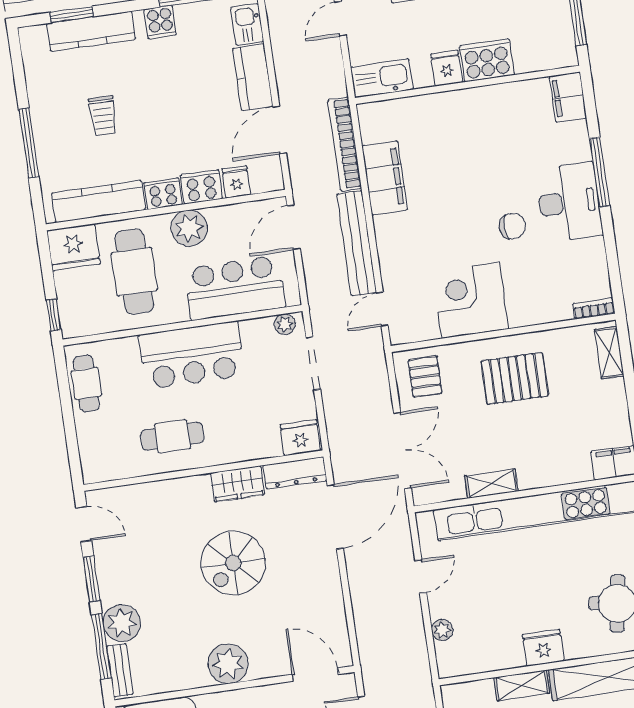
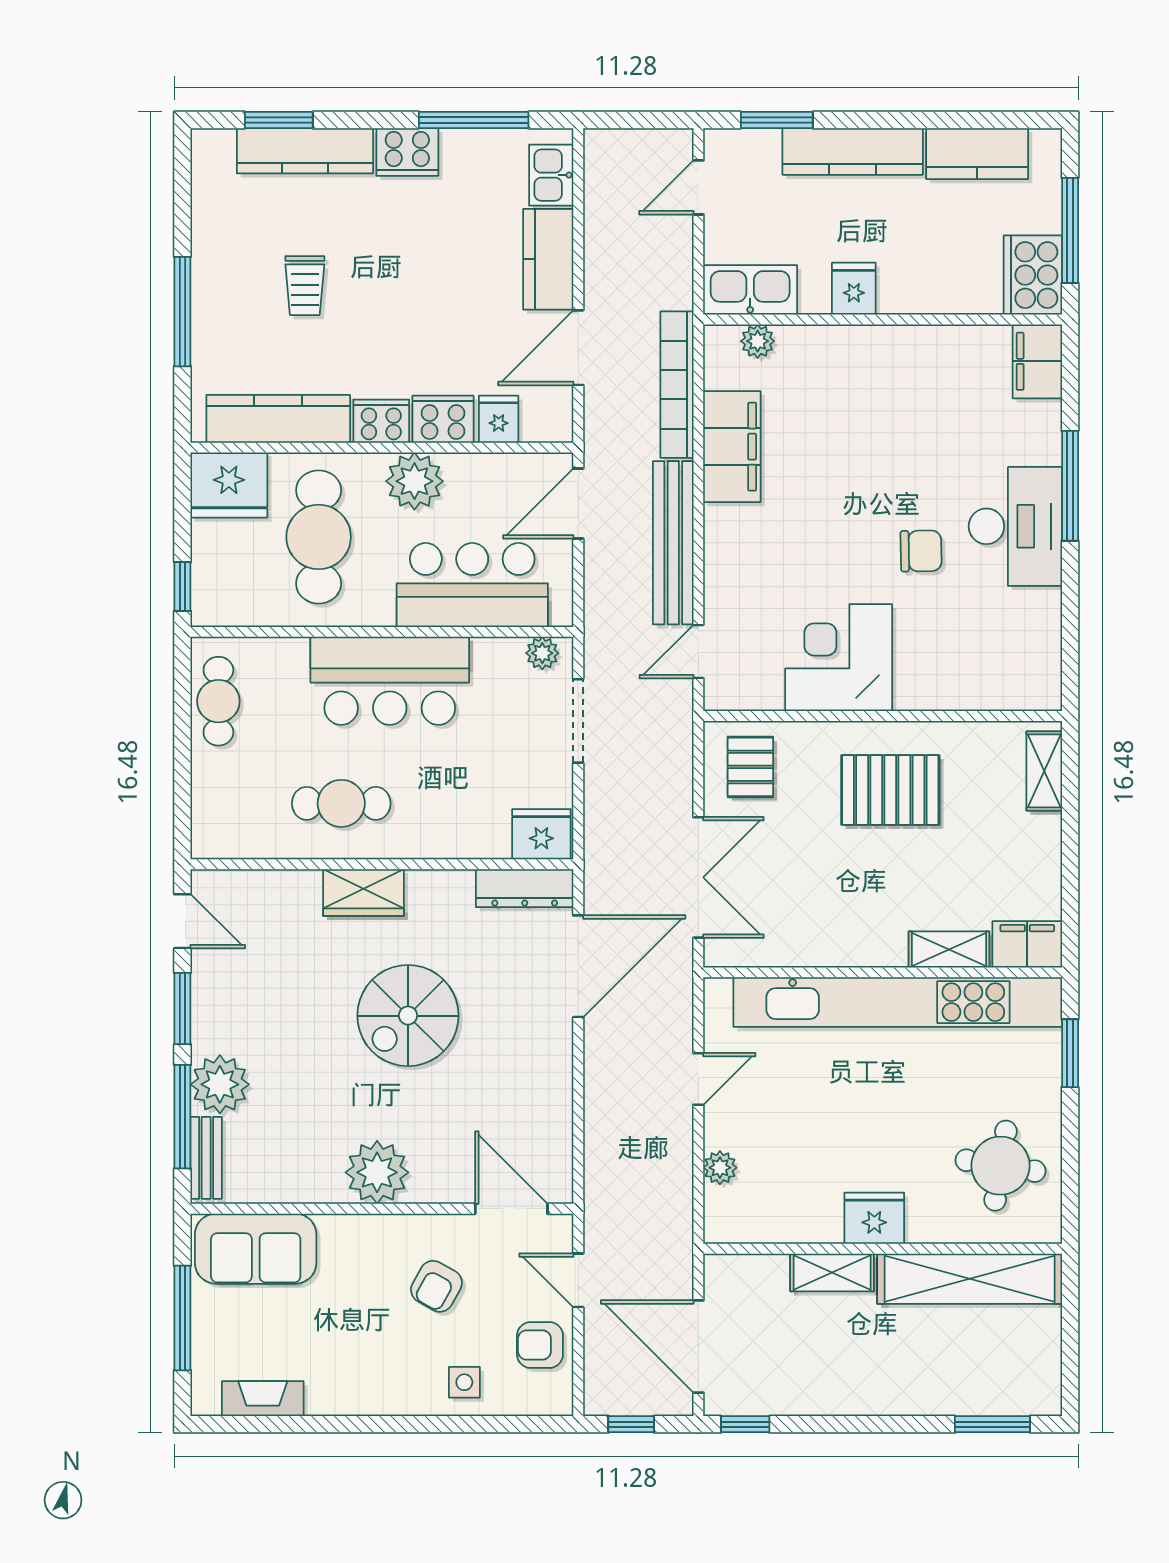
cooker: (160, 22) -> (407, 152), width x1.36
cooker: (487, 60) -> (1033, 275), moved, turned -90
plant: (391, 110) -> (758, 341), added
bookcase: (594, 309) -> (1030, 698), removed
wardrobe: (237, 484) -> (364, 892), moved
shelving: (491, 484) -> (949, 949), moved

